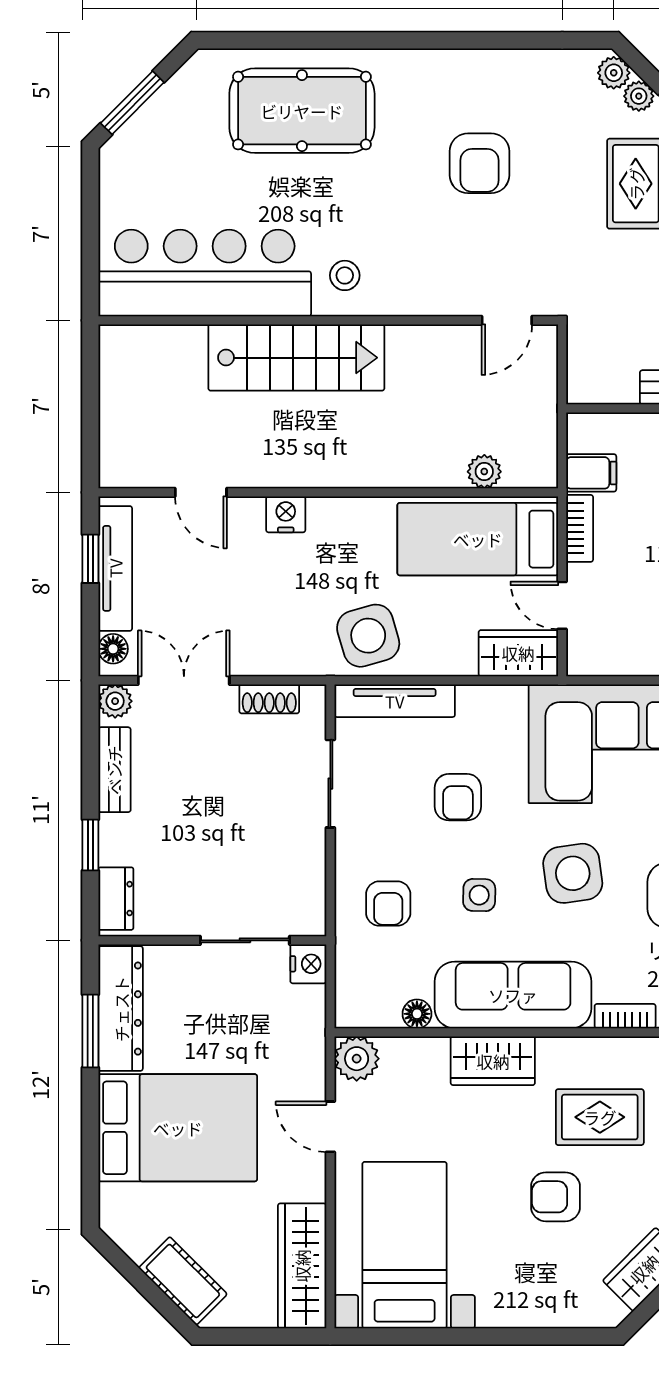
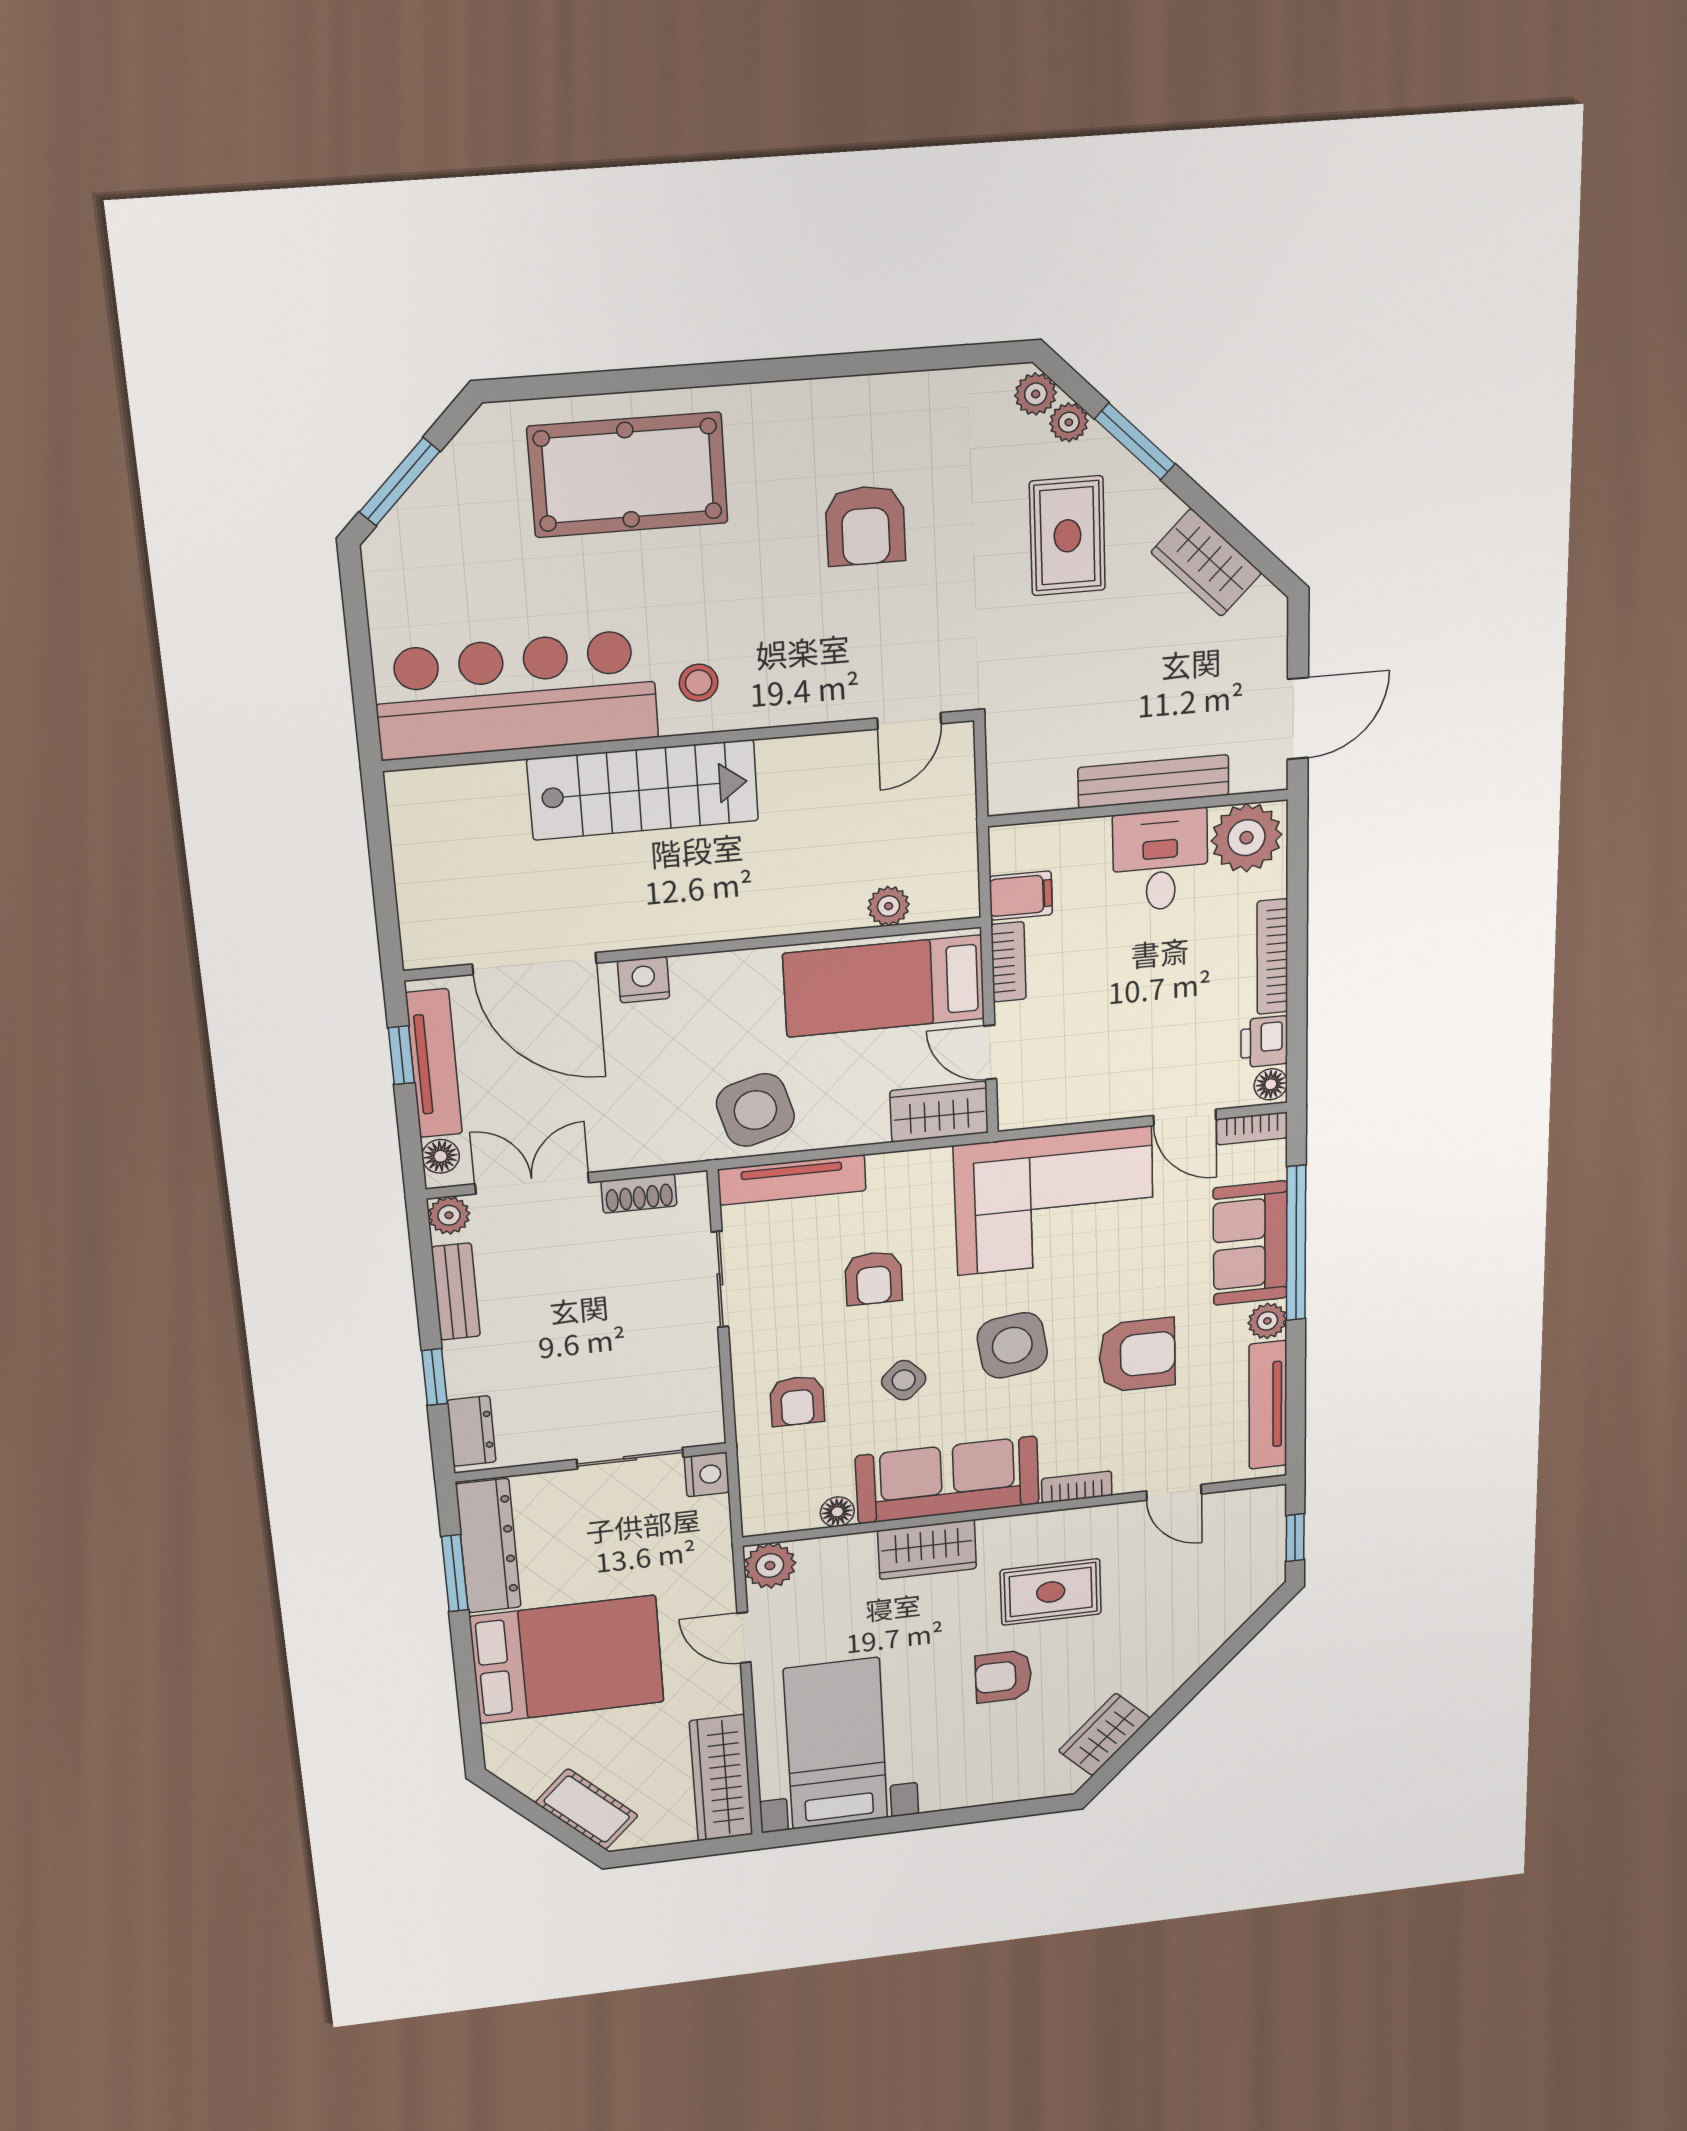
door: (201, 492) -> (534, 964), width x1.87
side table: (479, 895) -> (904, 1380), turned 45

